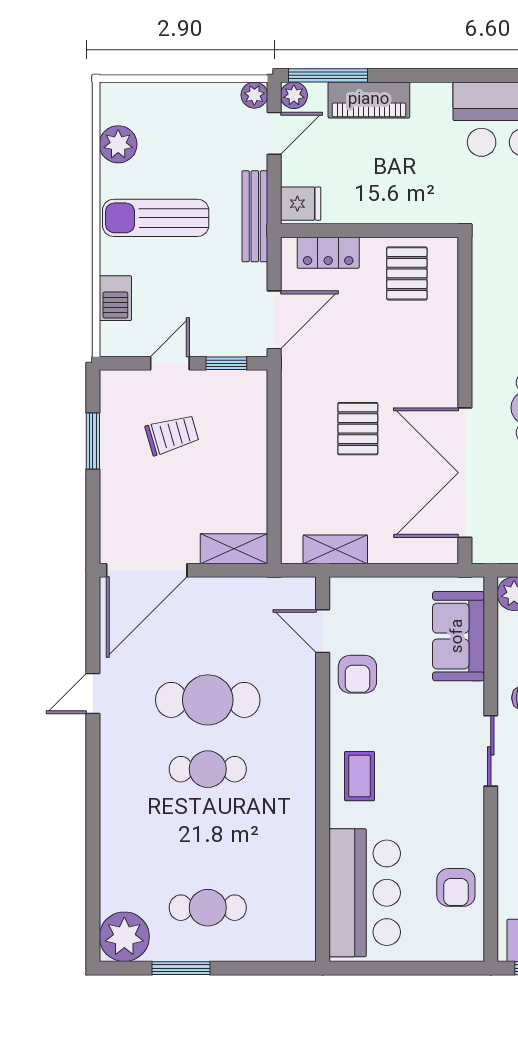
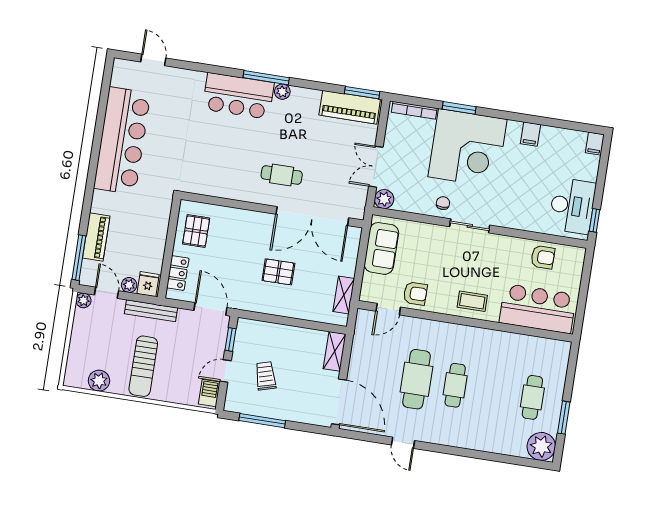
plant: (294, 95) -> (129, 285), moved
pallet: (407, 273) -> (196, 231), turned 90
barbecue: (115, 298) -> (209, 393), moved, turned -90
door: (170, 363) -> (226, 371), hinge flipped
window: (93, 441) -> (262, 421), width x1.44
sofa: (458, 636) -> (381, 248), moved, turned -90

